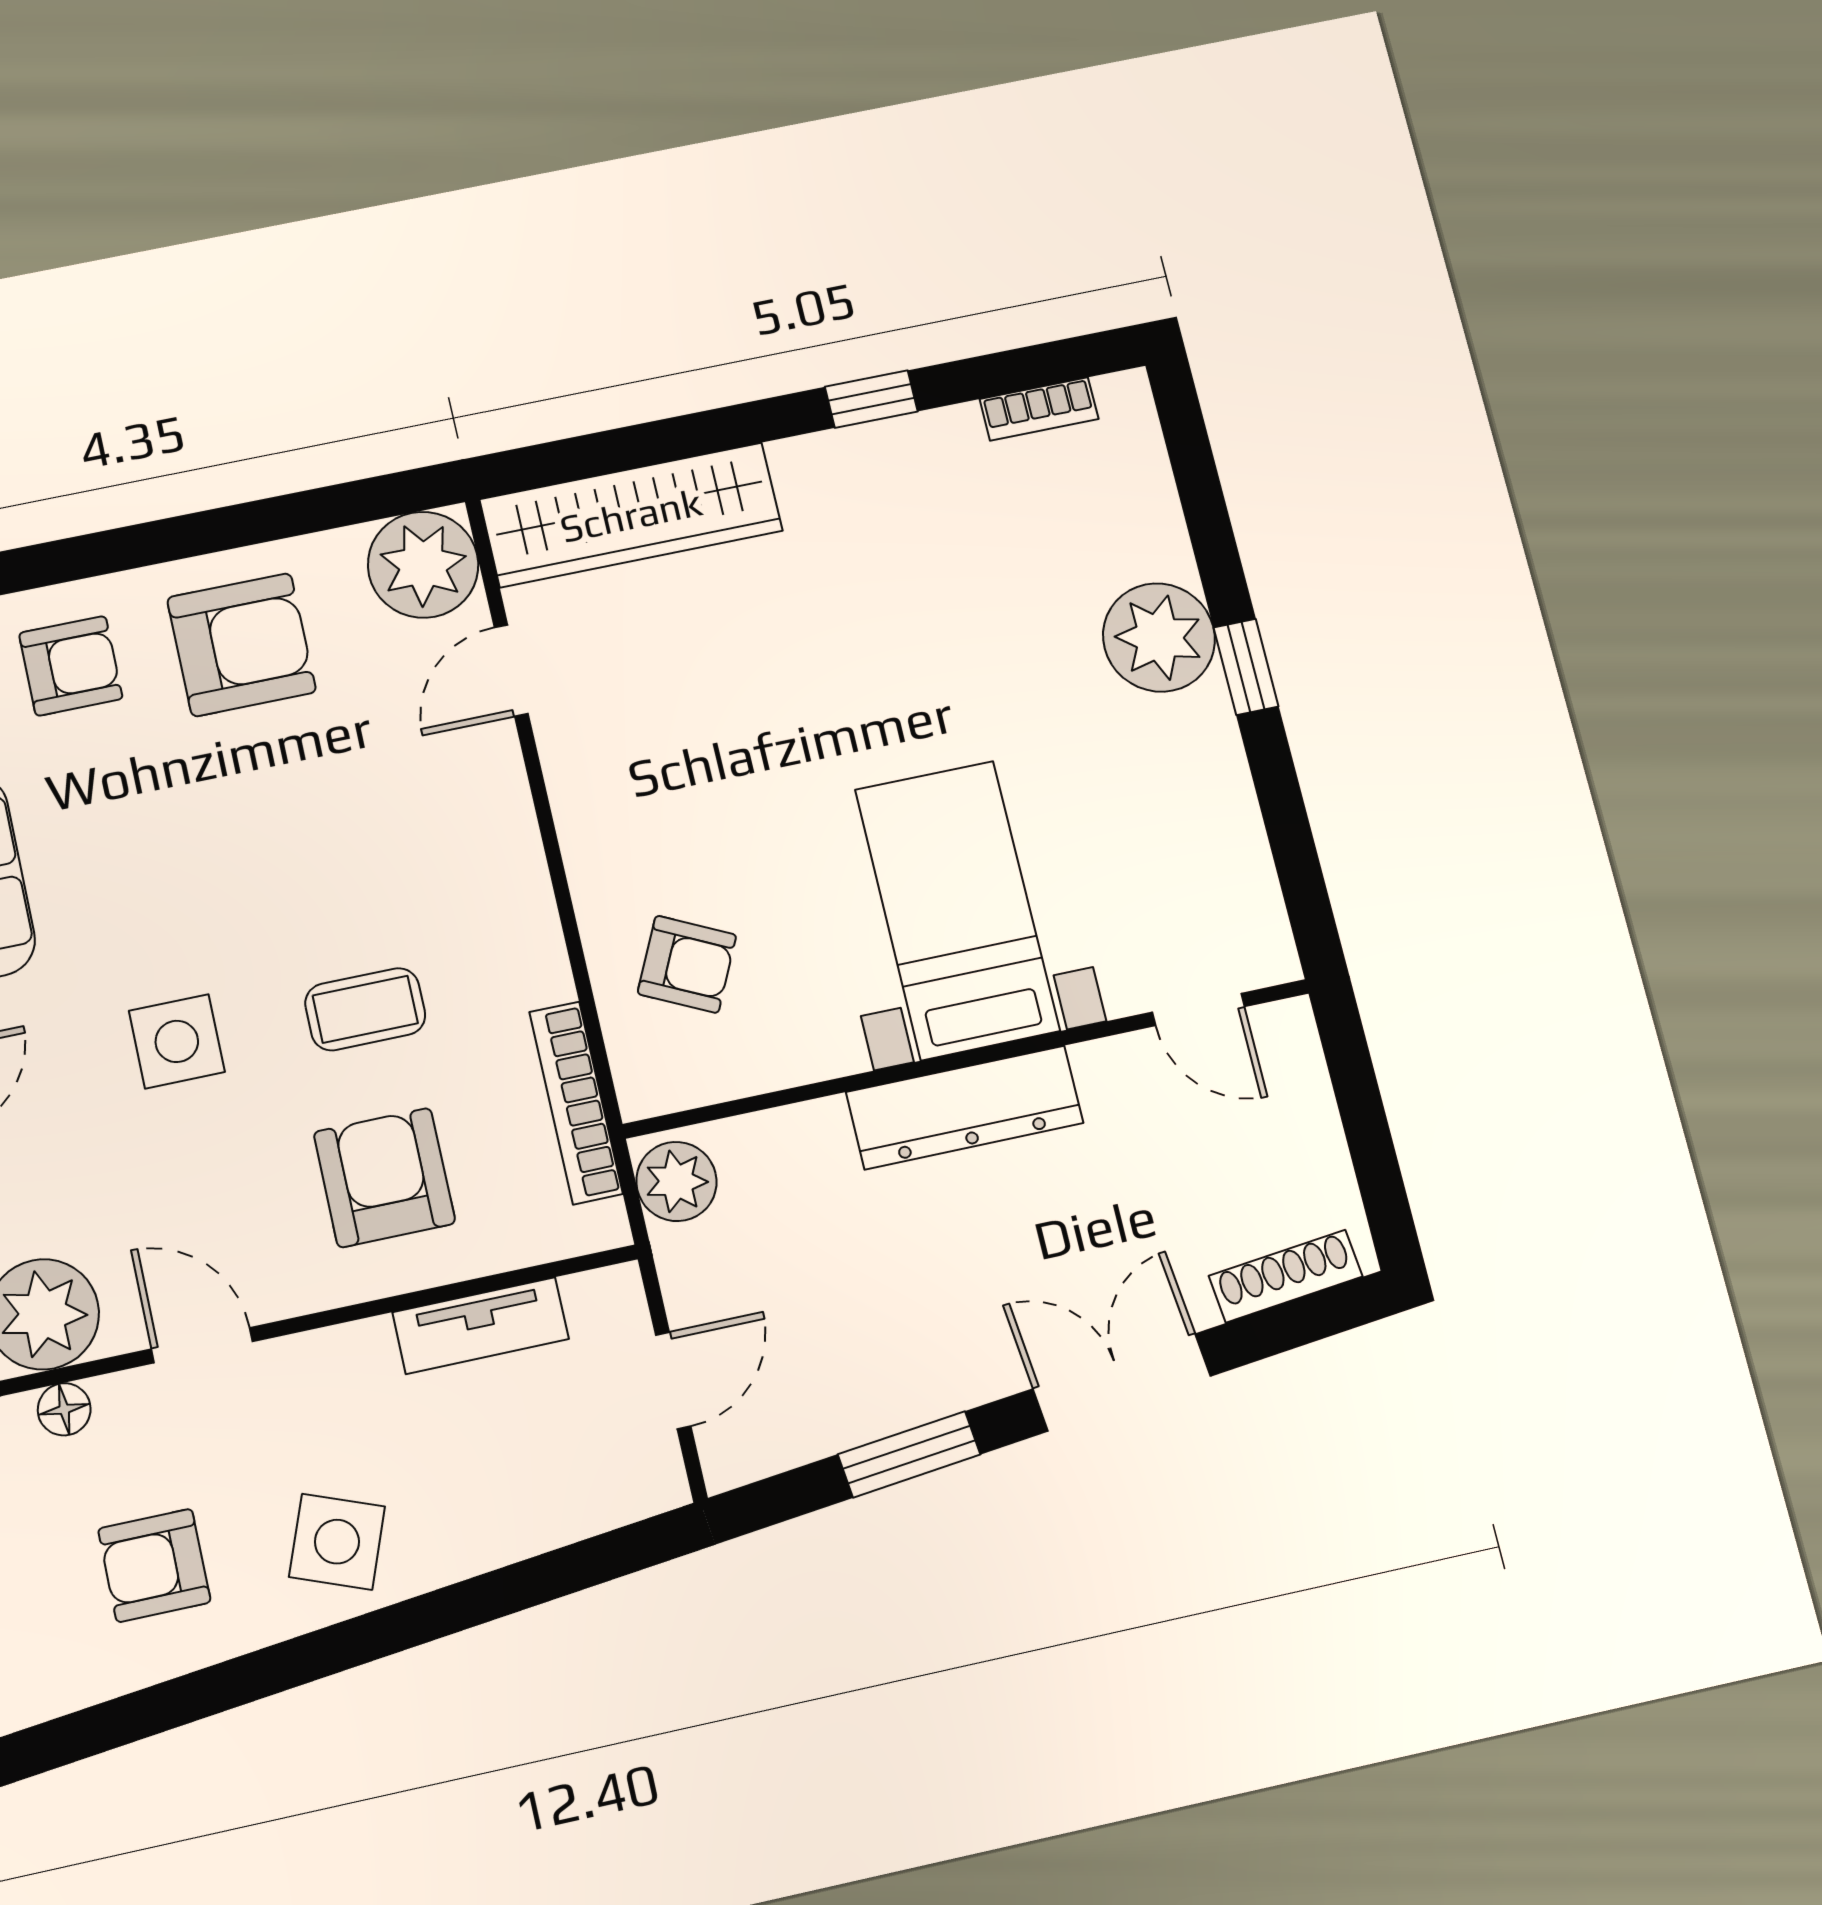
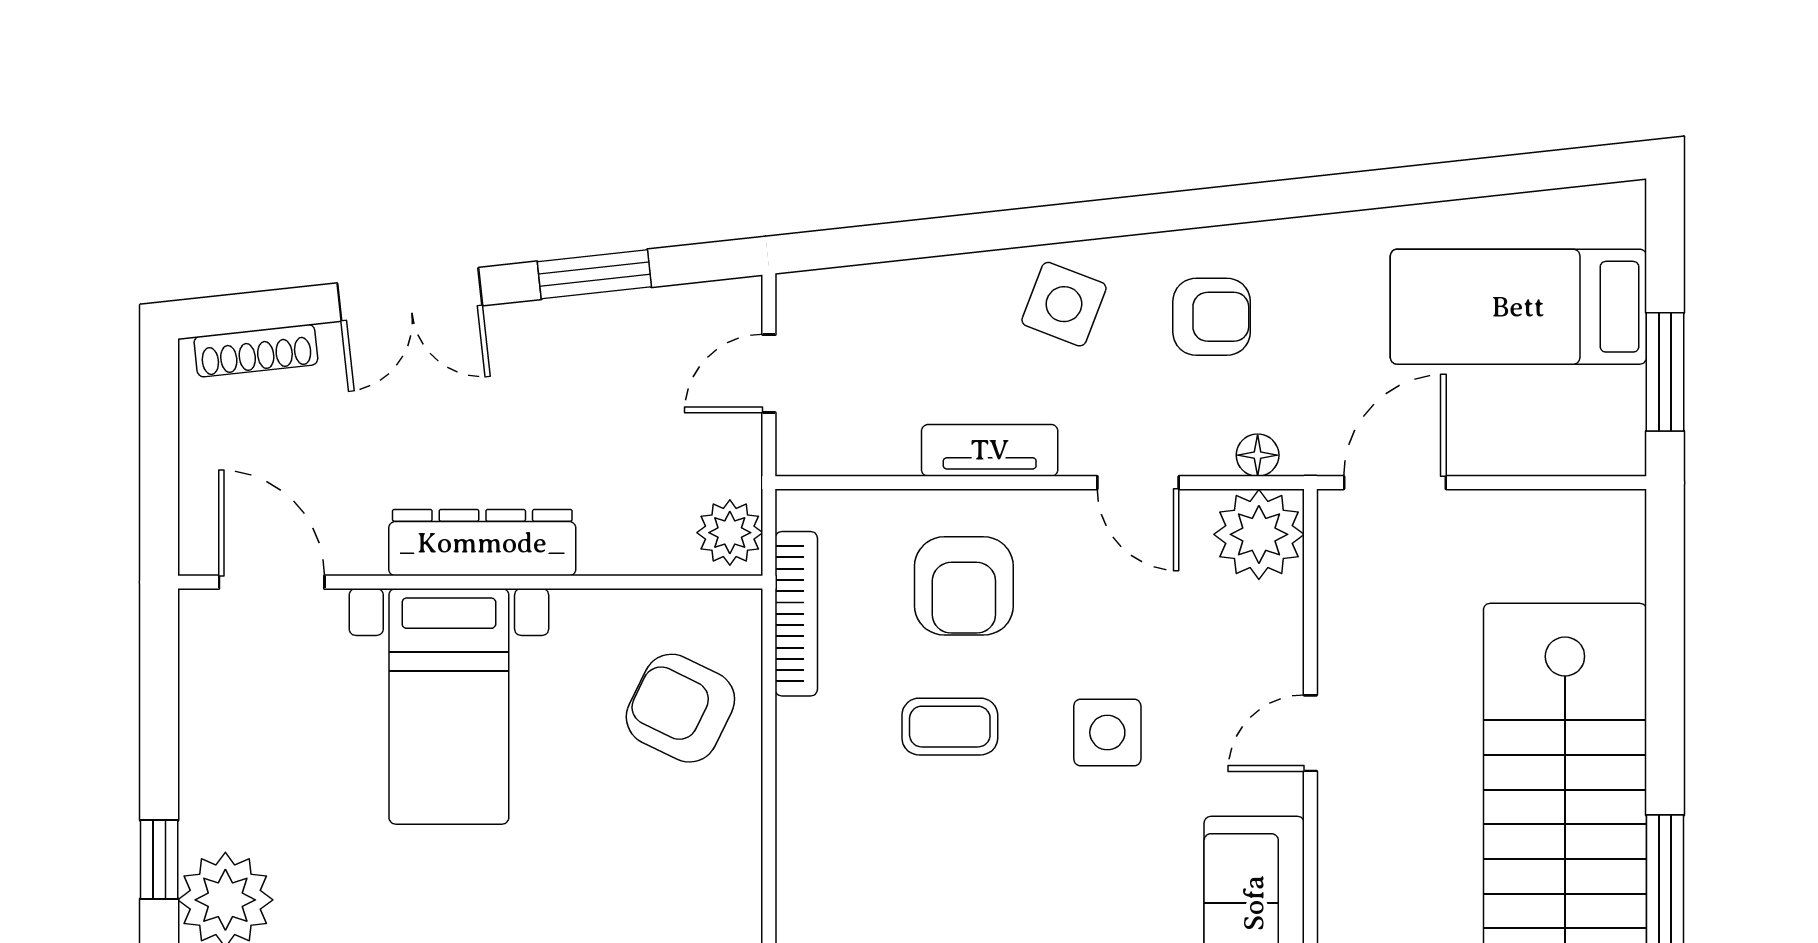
armchair: (687, 964) -> (680, 708), width x1.38, depth x1.38
door: (1198, 1009) -> (272, 582), width x1.38
tv unit: (481, 1326) -> (990, 450), moved

